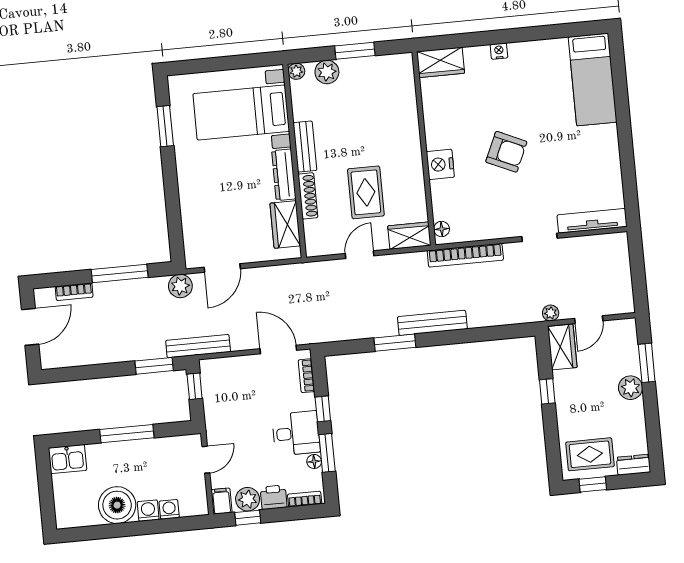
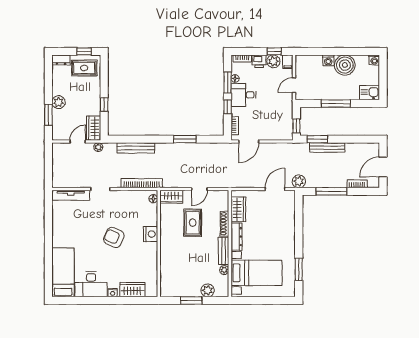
wardrobe: (441, 62) -> (132, 290), moved
desk: (539, 63) -> (91, 284), added
plant: (296, 71) -> (224, 270), moved
bench: (432, 323) -> (136, 148), moved
bench: (198, 346) -> (327, 148), moved
door: (278, 349) -> (249, 142), hinge flipped
washing machine: (169, 509) -> (374, 60), moved

